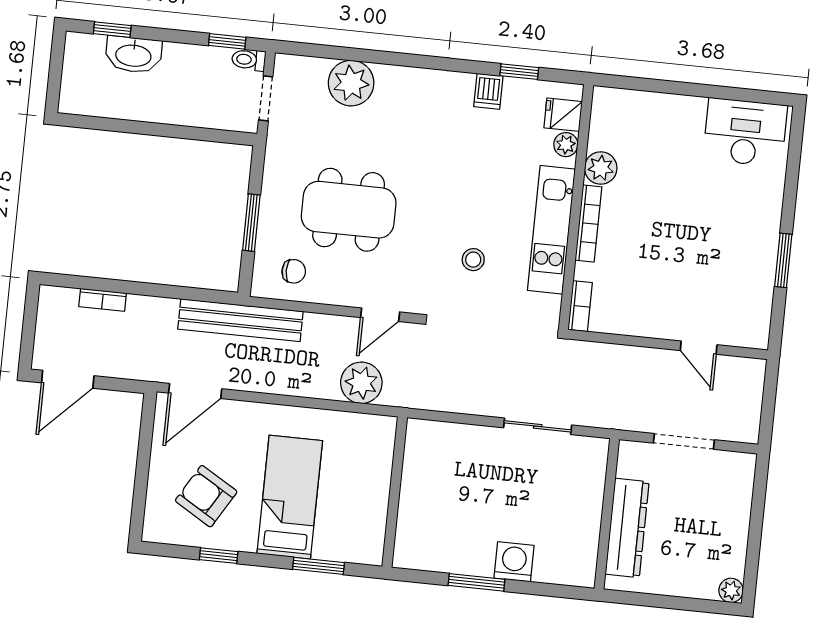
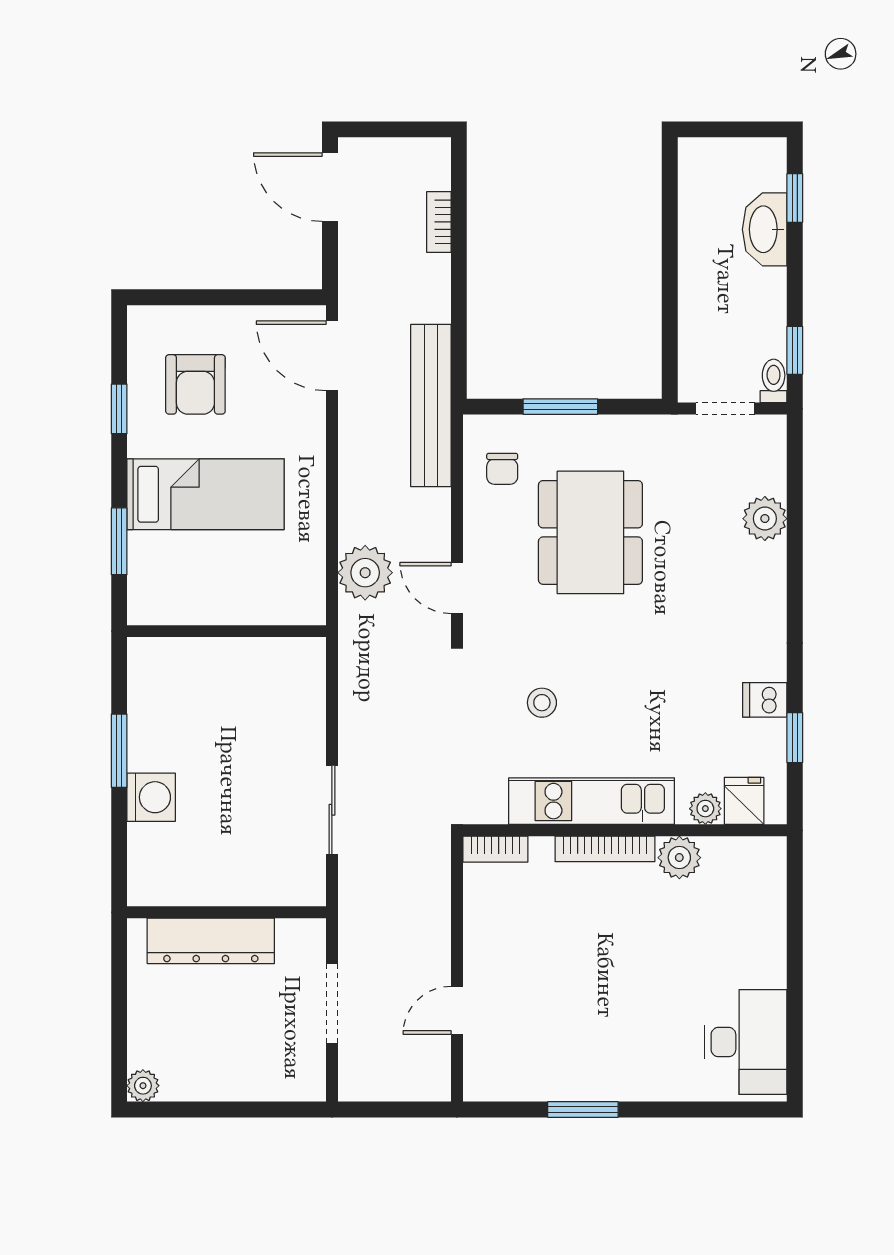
plant: (351, 83) -> (765, 519), width x0.73, depth x0.73
armchair: (206, 496) -> (195, 384), turned 149

